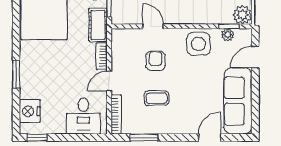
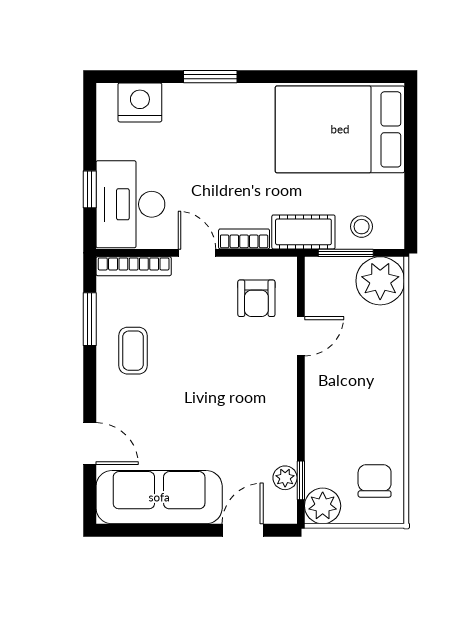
side table: (198, 44) -> (267, 422), removed
door: (255, 57) -> (243, 530), hinge flipped
armchair: (156, 61) -> (256, 298), moved, turned 90
coffee table: (157, 98) -> (133, 351), moved
desk: (83, 116) -> (130, 204), width x1.37
window: (37, 138) -> (90, 189), moved

